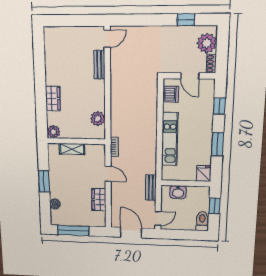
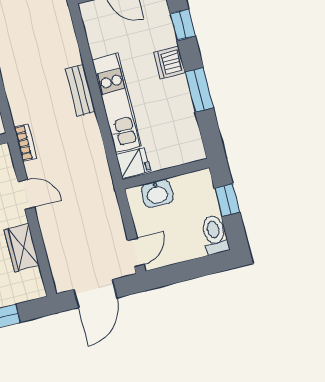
dishwasher: (171, 94) -> (169, 62), moved, turned 180
fridge: (204, 173) -> (133, 163), moved, turned 90
bench: (151, 188) -> (80, 90), moved
door: (131, 233) -> (95, 294), swing flipped

